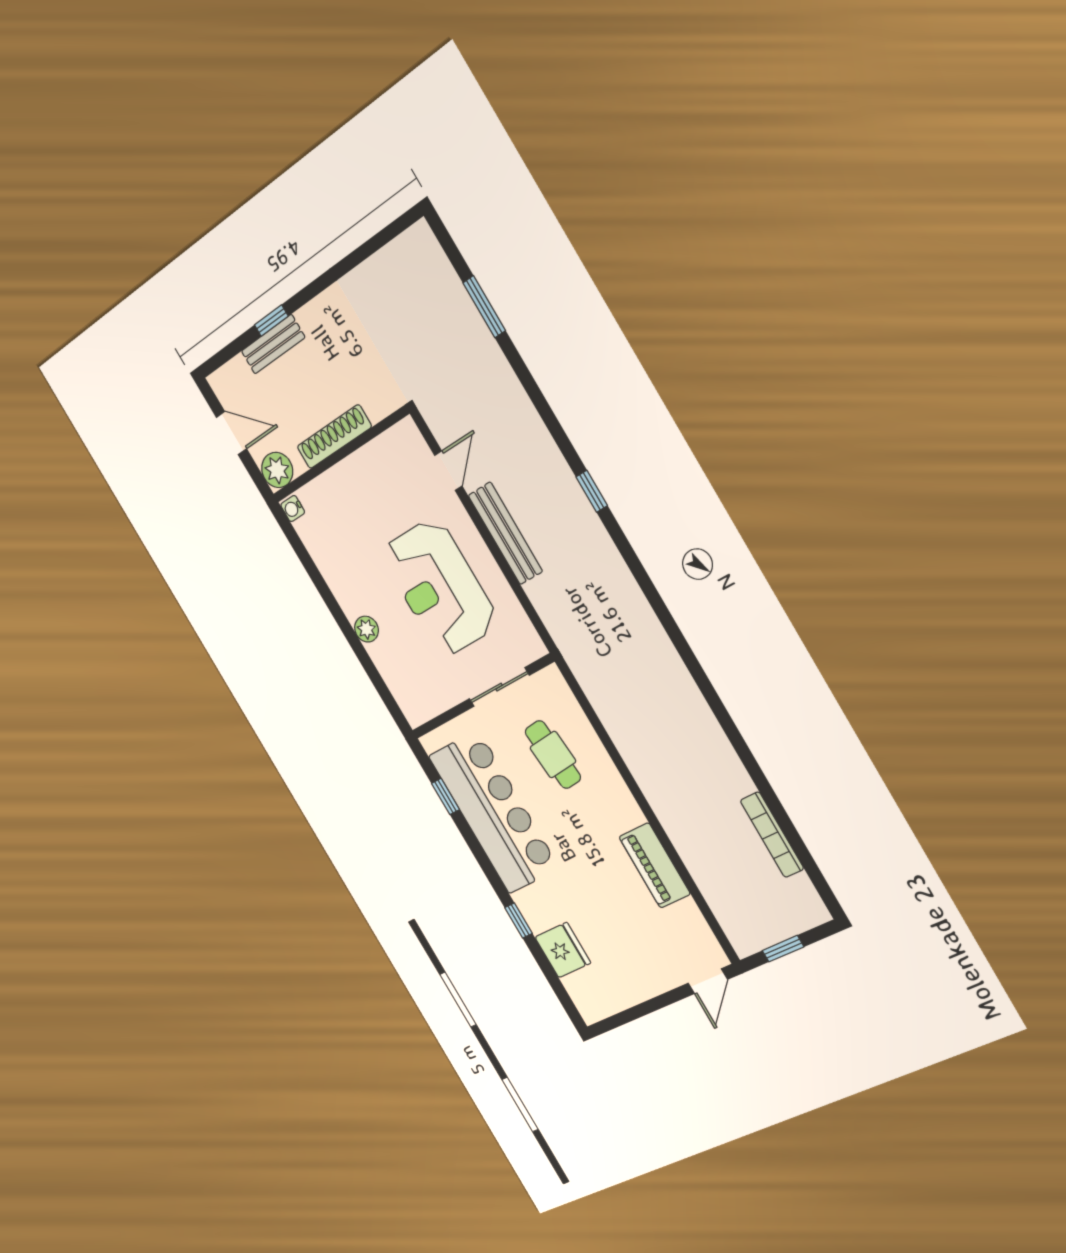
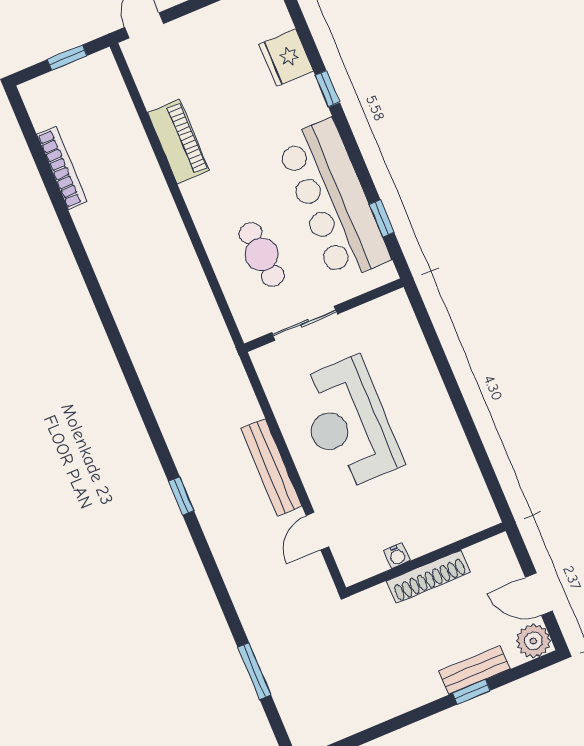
plant: (277, 470) -> (533, 641), moved
water cooler: (293, 509) -> (397, 555), moved, turned 90
reception desk: (439, 587) -> (348, 424), turned 180
plant: (366, 629) -> (433, 390), removed

